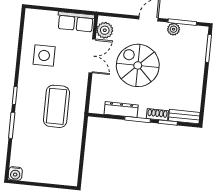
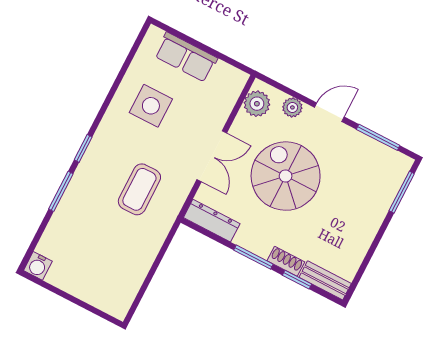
row of seats: (76, 22) -> (186, 57), moved
plant: (174, 29) -> (292, 107), moved
double door: (92, 56) -> (212, 156), moved
coffee table: (56, 106) -> (139, 189), width x0.73, depth x0.76
dresser: (121, 110) -> (212, 221), moved

